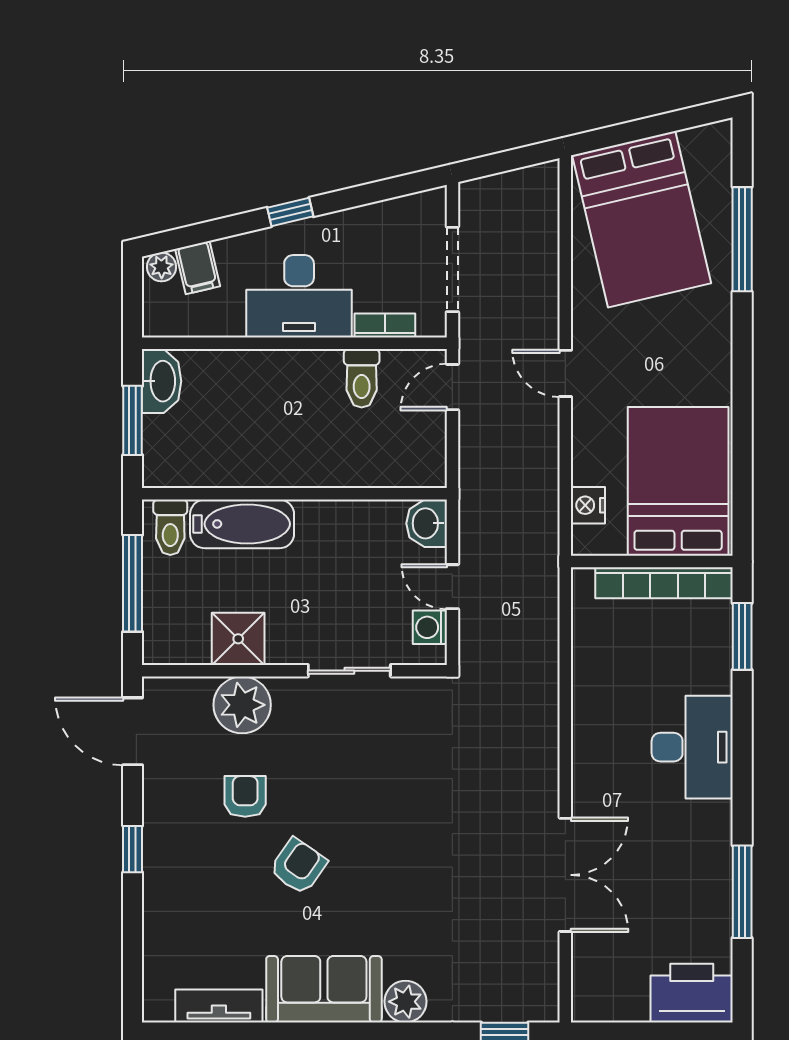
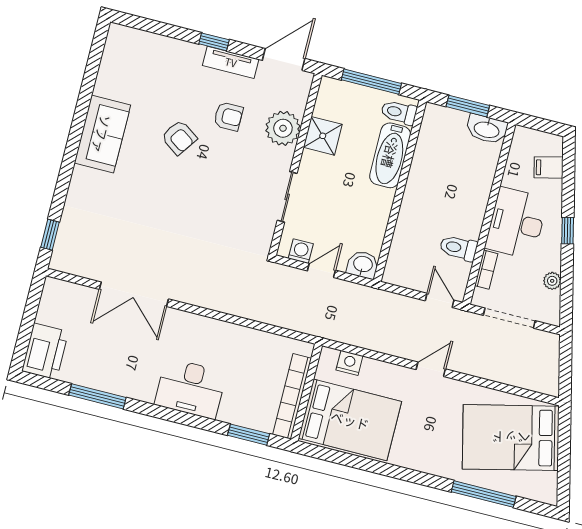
plant: (161, 267) -> (552, 281), moved
plant: (405, 1002) -> (83, 181), removed
tv unit: (219, 1006) -> (231, 62), moved, turned 90

